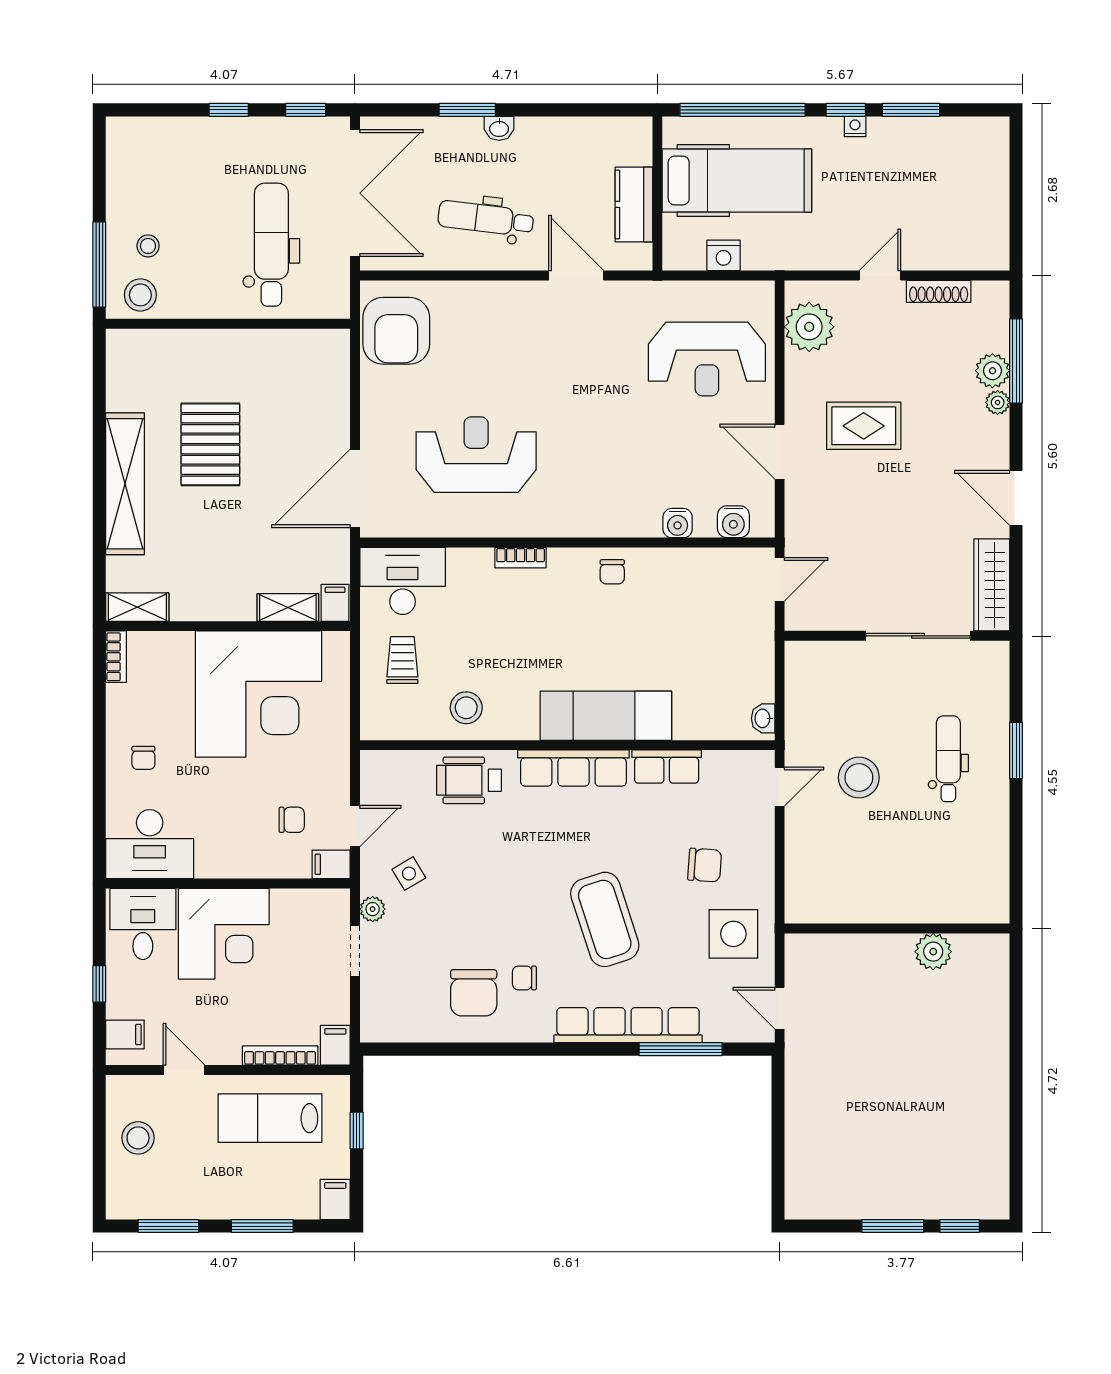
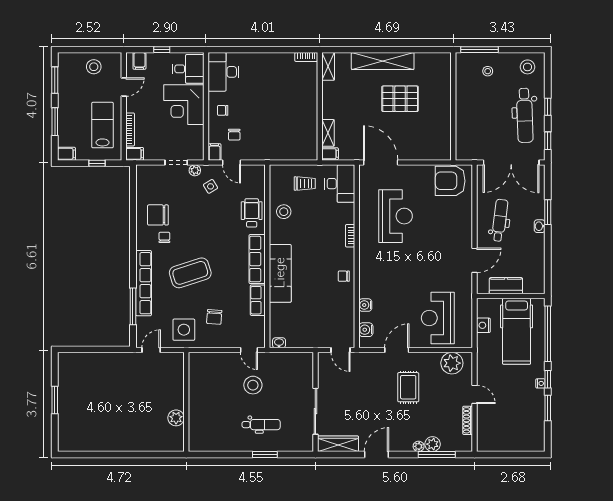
dental chair: (271, 245) -> (525, 115), moved, turned 88
stool: (140, 295) -> (527, 67), moved
corner desk: (258, 694) -> (290, 120), removed
chair: (143, 758) -> (223, 110), moved
window: (960, 1226) -> (55, 430), removed

